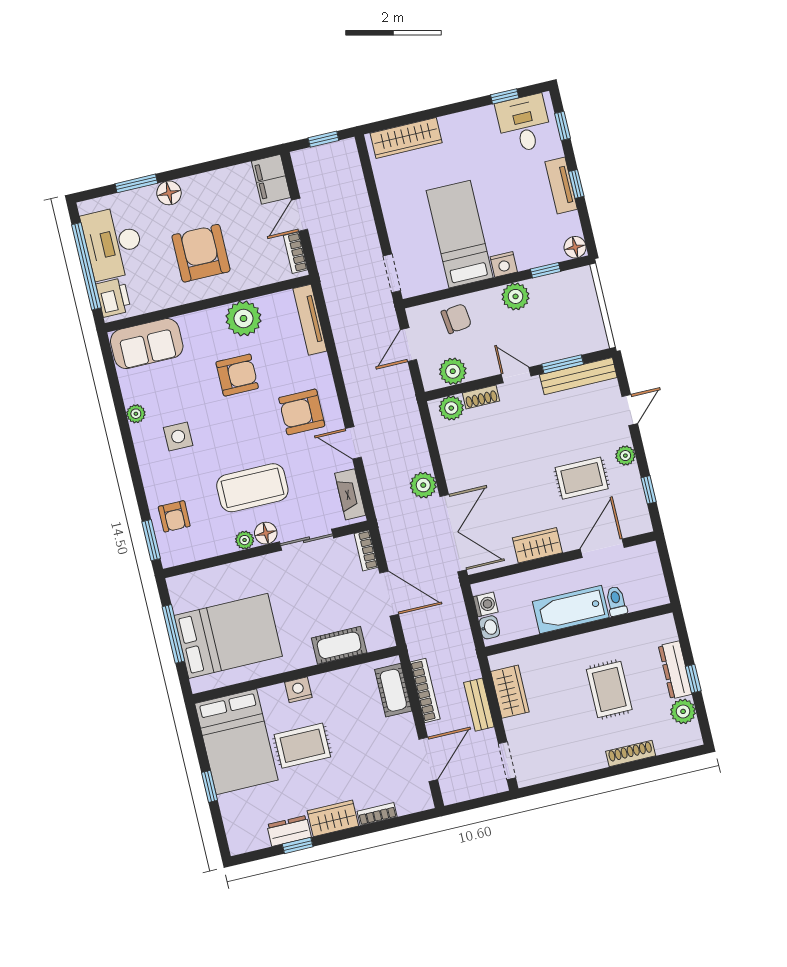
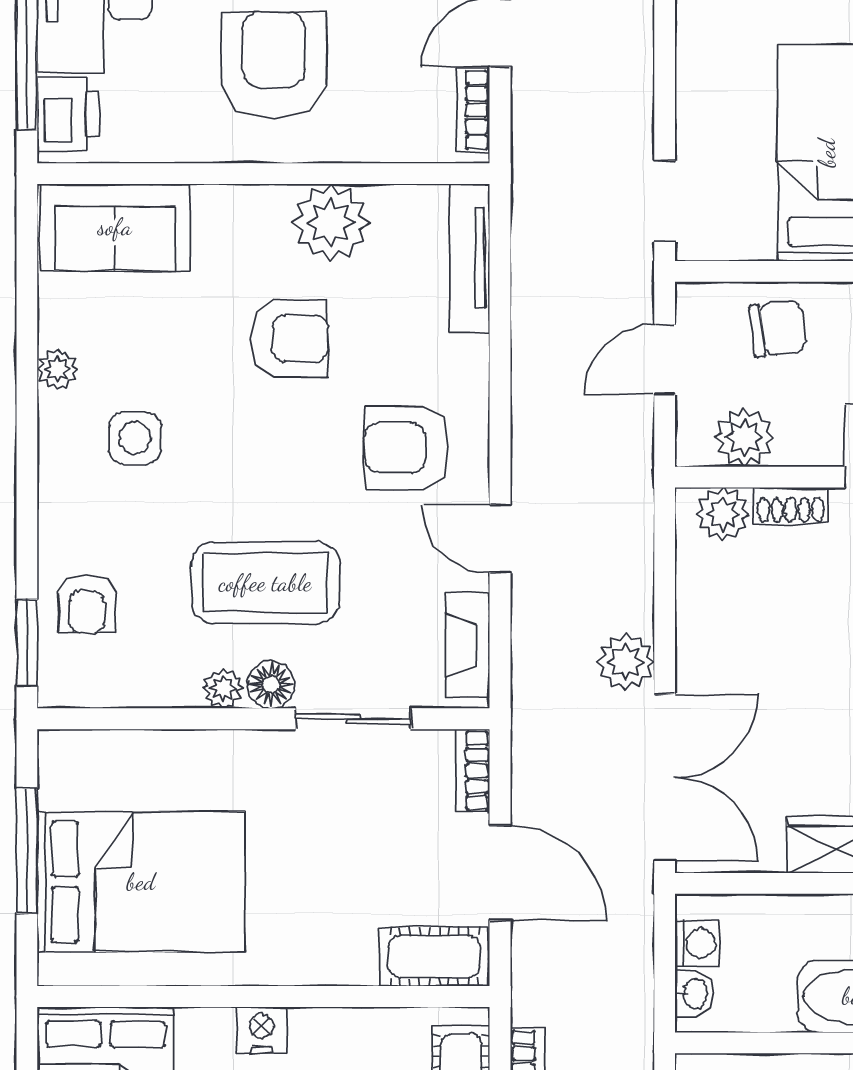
cot: (339, 645) -> (434, 957), moved

